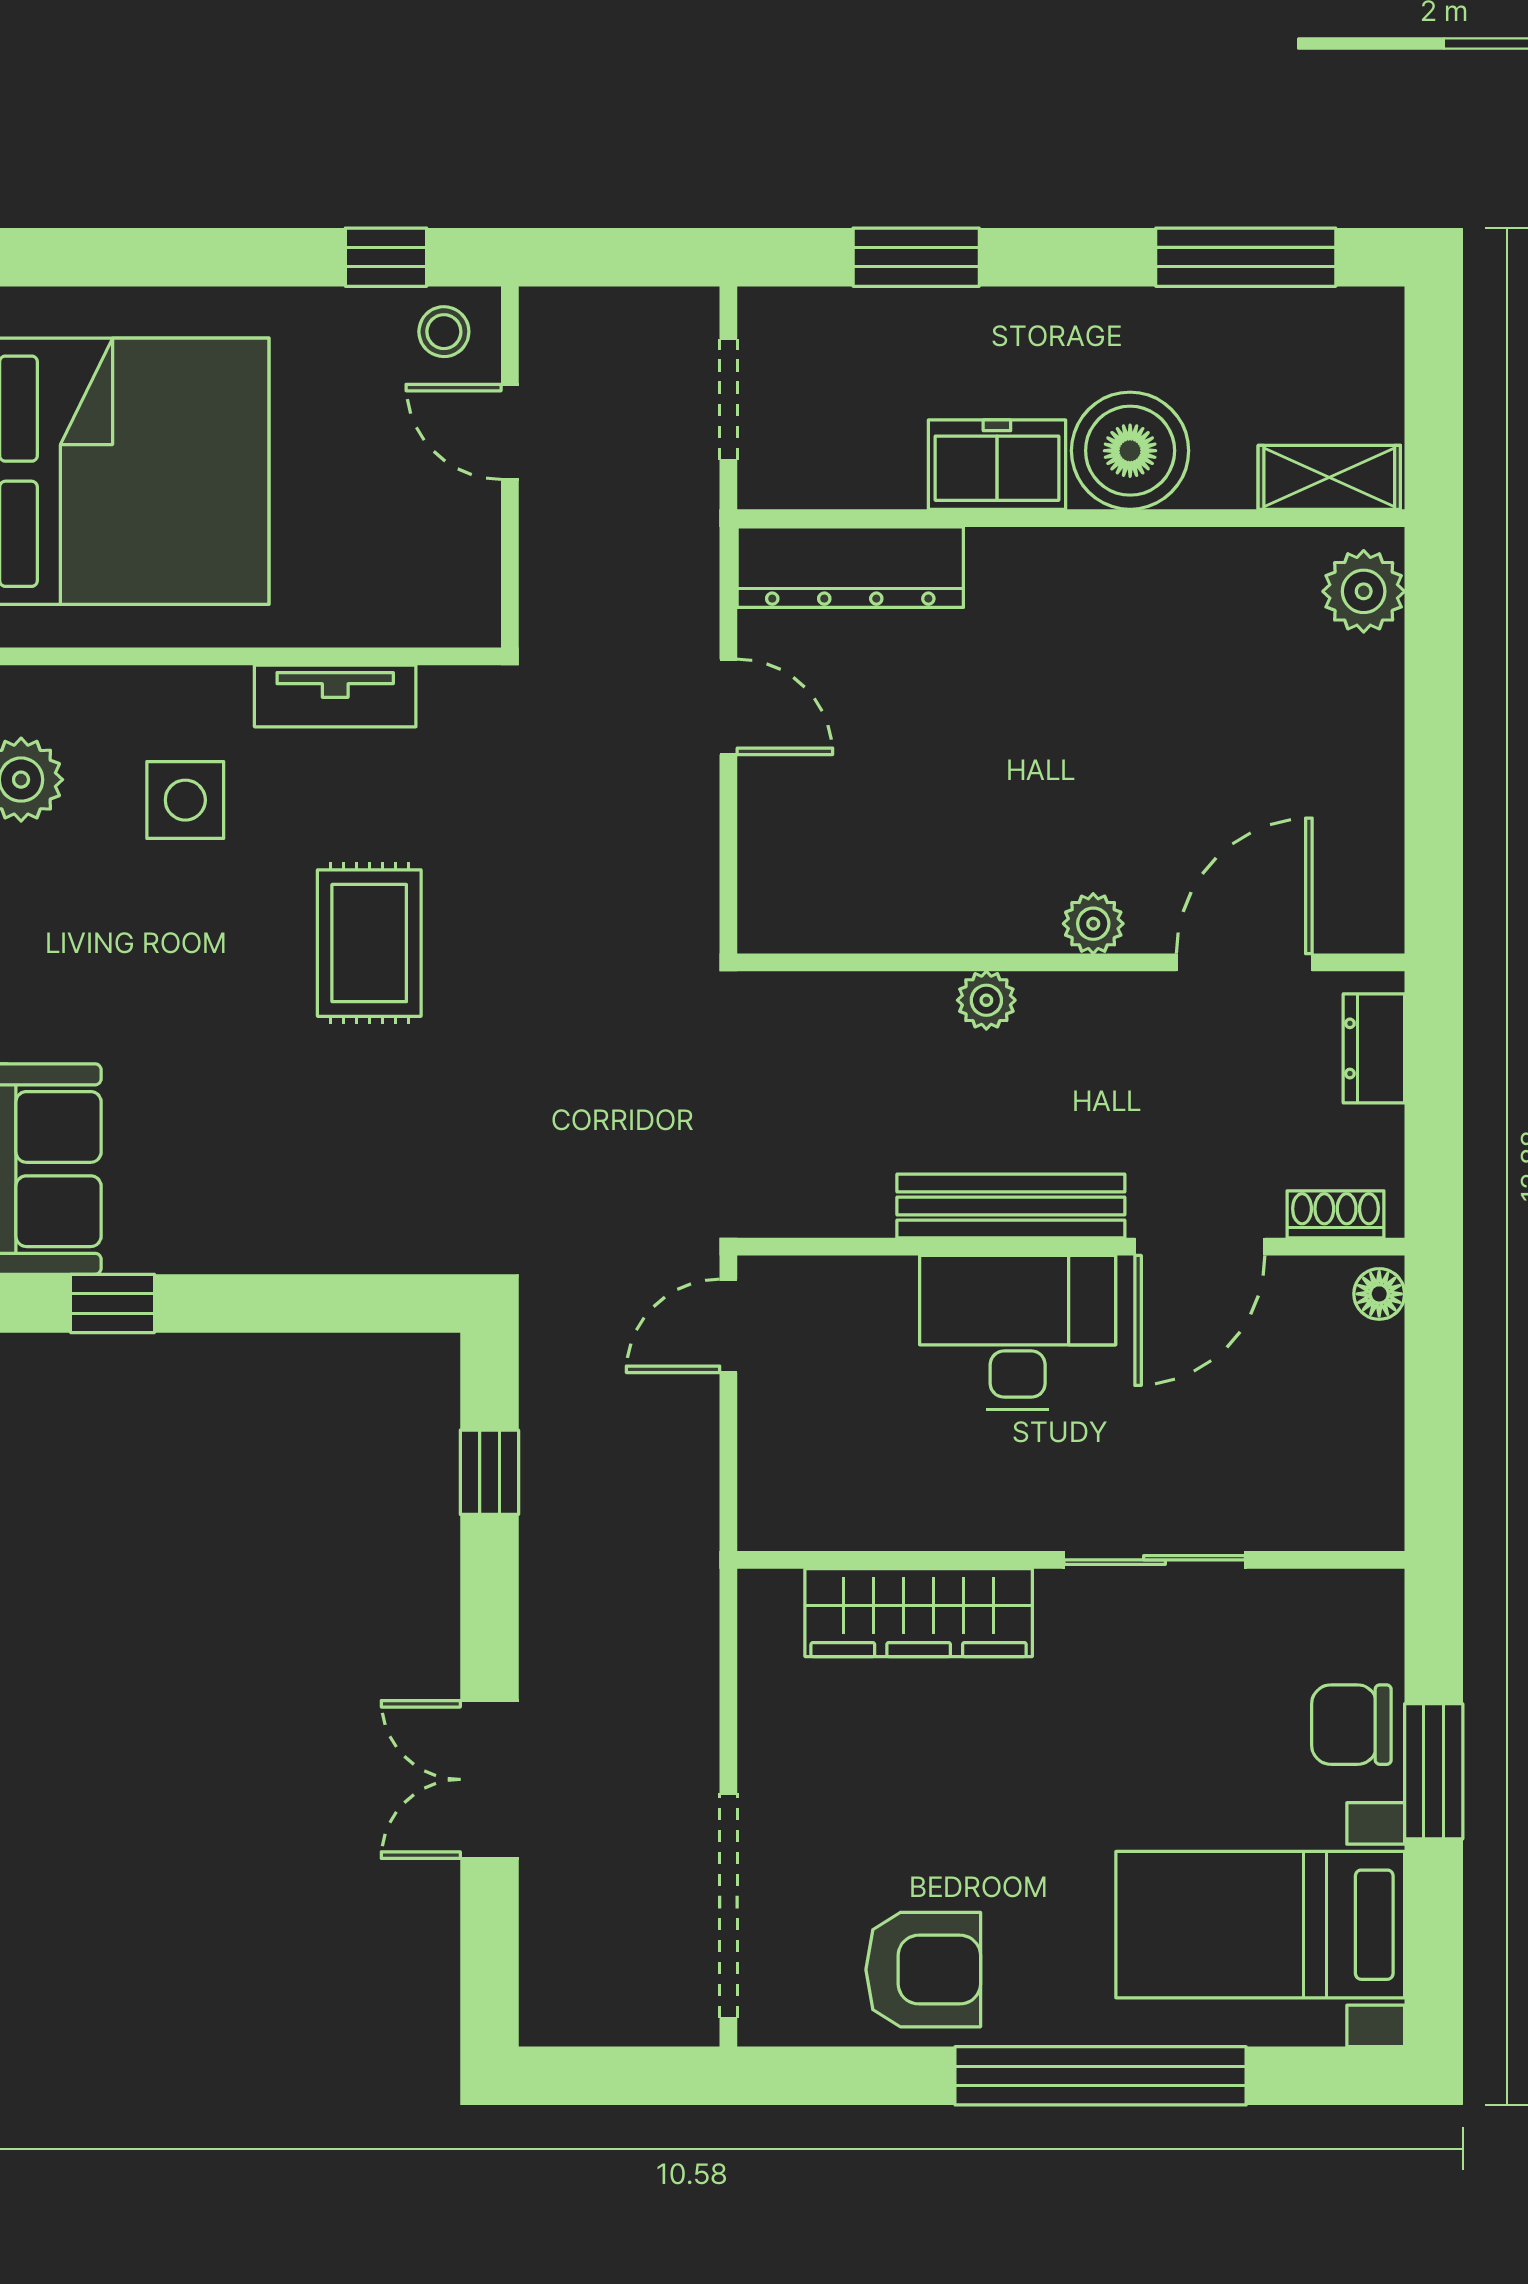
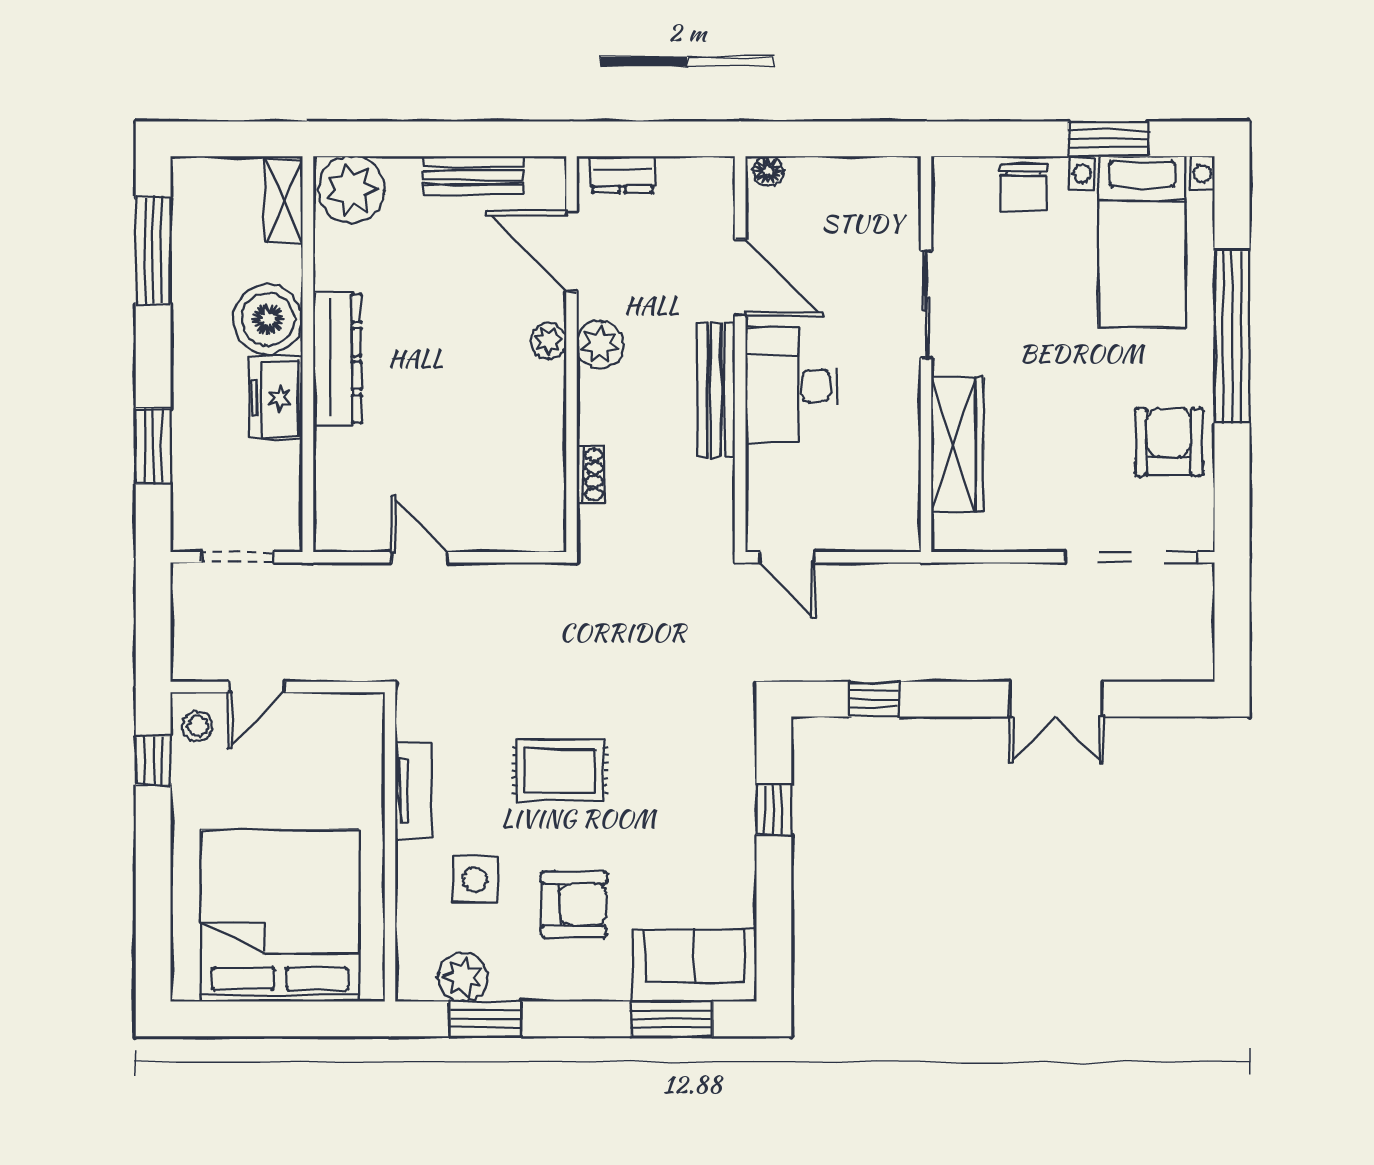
dresser: (850, 567) -> (337, 359), moved
plant: (1364, 591) -> (351, 189), width x1.36, depth x1.36
door: (728, 707) -> (420, 557), hinge flipped
bench: (1372, 796) -> (473, 175), added
armchair: (143, 967) -> (574, 904), added
plant: (986, 1000) -> (600, 345), moved, width x1.38, depth x1.38
shoe rack: (1335, 1214) -> (591, 475), moved, turned 180
window: (113, 1303) -> (774, 810), moved
window: (1434, 1771) -> (1108, 139), moved

